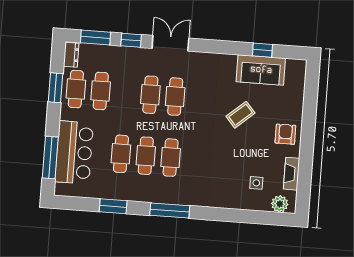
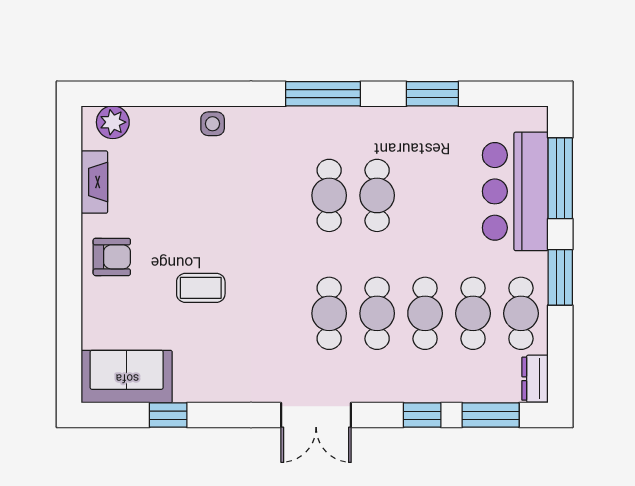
double door: (170, 43) -> (316, 415), moved
sofa: (261, 70) -> (127, 377), moved
window: (55, 88) -> (560, 277), moved
coffee table: (241, 115) -> (201, 288), turned 41
armchair: (285, 134) -> (112, 257), turned -90
cafe table: (121, 154) -> (425, 313), moved
side table: (256, 183) -> (213, 124), moved

